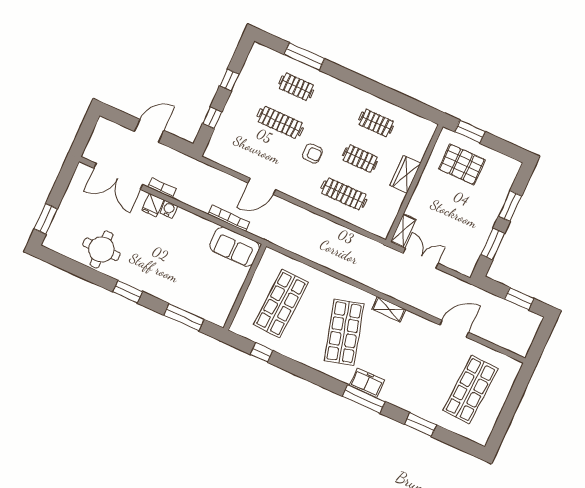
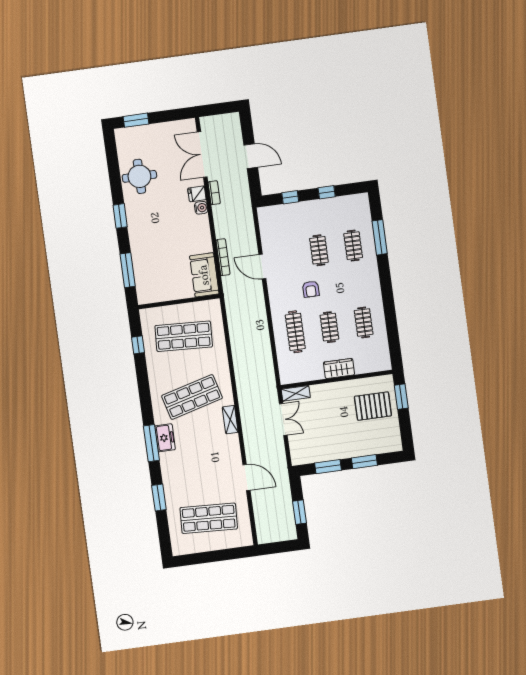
clothes rail: (280, 122) -> (319, 250), width x0.73
pallet: (462, 164) -> (373, 406), turned 90

